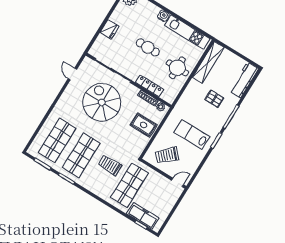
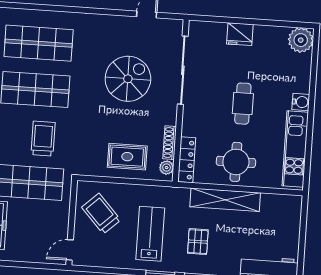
shelving: (208, 62) -> (225, 200), moved
locker: (149, 86) -> (187, 160), moved
pallet: (214, 99) -> (198, 242), moved
spiral stairs: (102, 102) -> (128, 79), width x0.73, depth x0.73
rug: (144, 125) -> (127, 157), turned 90
door: (178, 182) -> (70, 250), swing flipped

